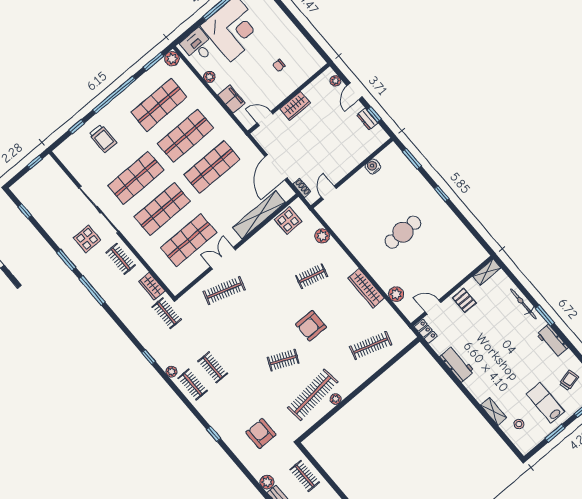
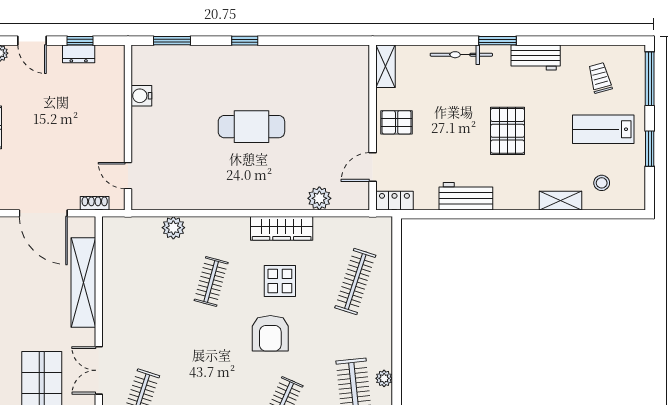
display table: (288, 221) -> (280, 281), moved
cafe table: (403, 232) -> (251, 127), turned 90
pallet: (506, 357) -> (507, 131), added

